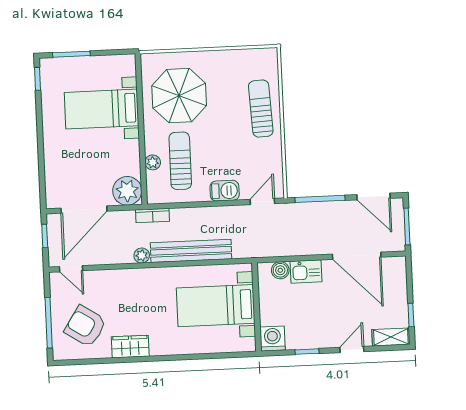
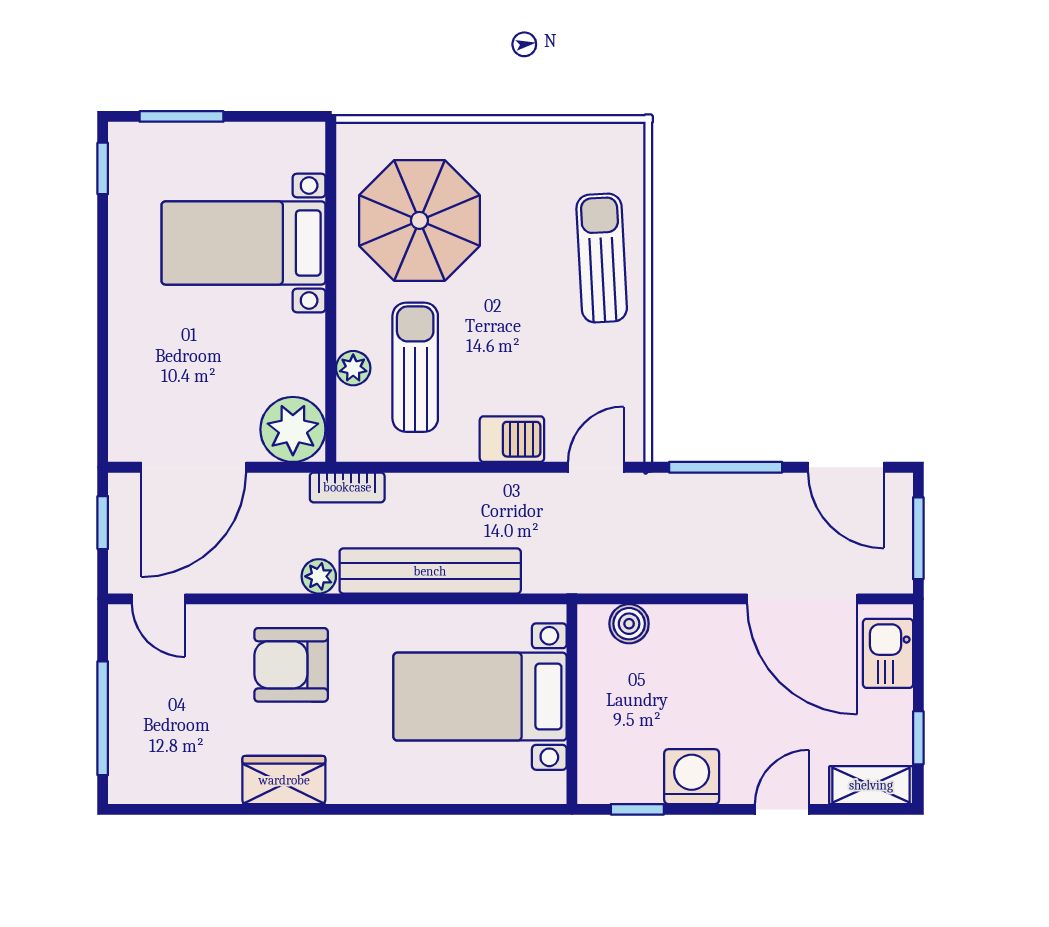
kitchen sink: (306, 272) -> (888, 653), moved, turned 90
armchair: (85, 326) -> (291, 665), moved, turned -33
washing machine: (272, 339) -> (692, 777), moved
window: (307, 352) -> (637, 809), moved

